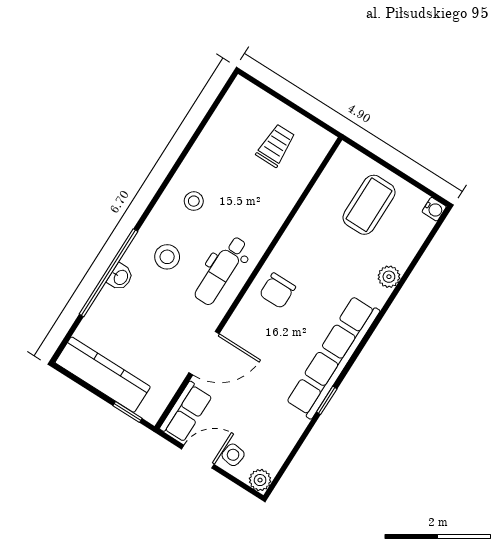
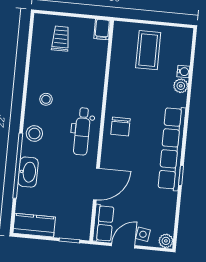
filing cabinet: (320, 144) -> (102, 29), added
trolley: (276, 146) -> (61, 39), moved
water cooler: (434, 209) -> (183, 72), moved
stool: (167, 257) -> (34, 133), moved
washbasin: (120, 277) -> (28, 172), width x1.91, depth x1.45
kitchen counter: (103, 375) -> (34, 225), width x0.67

